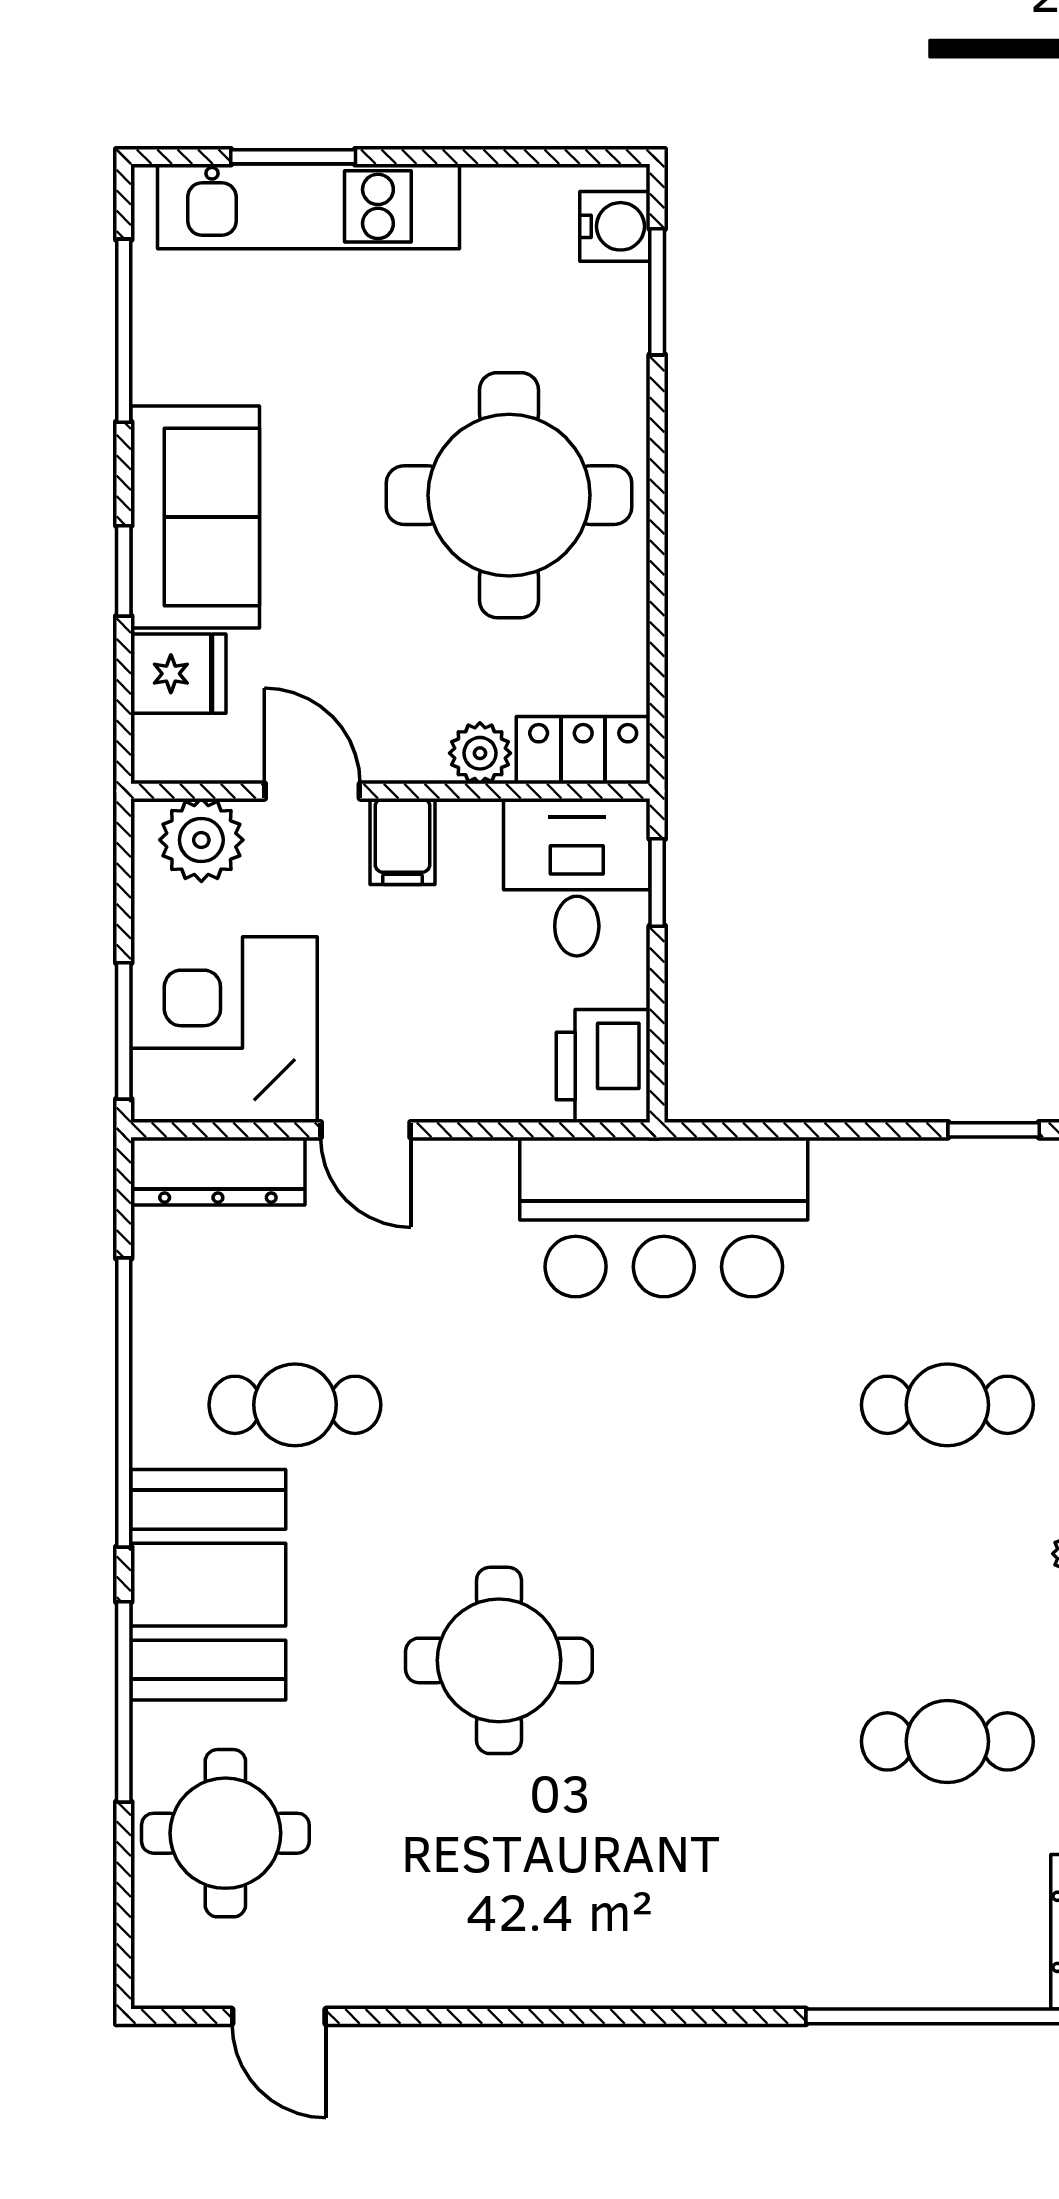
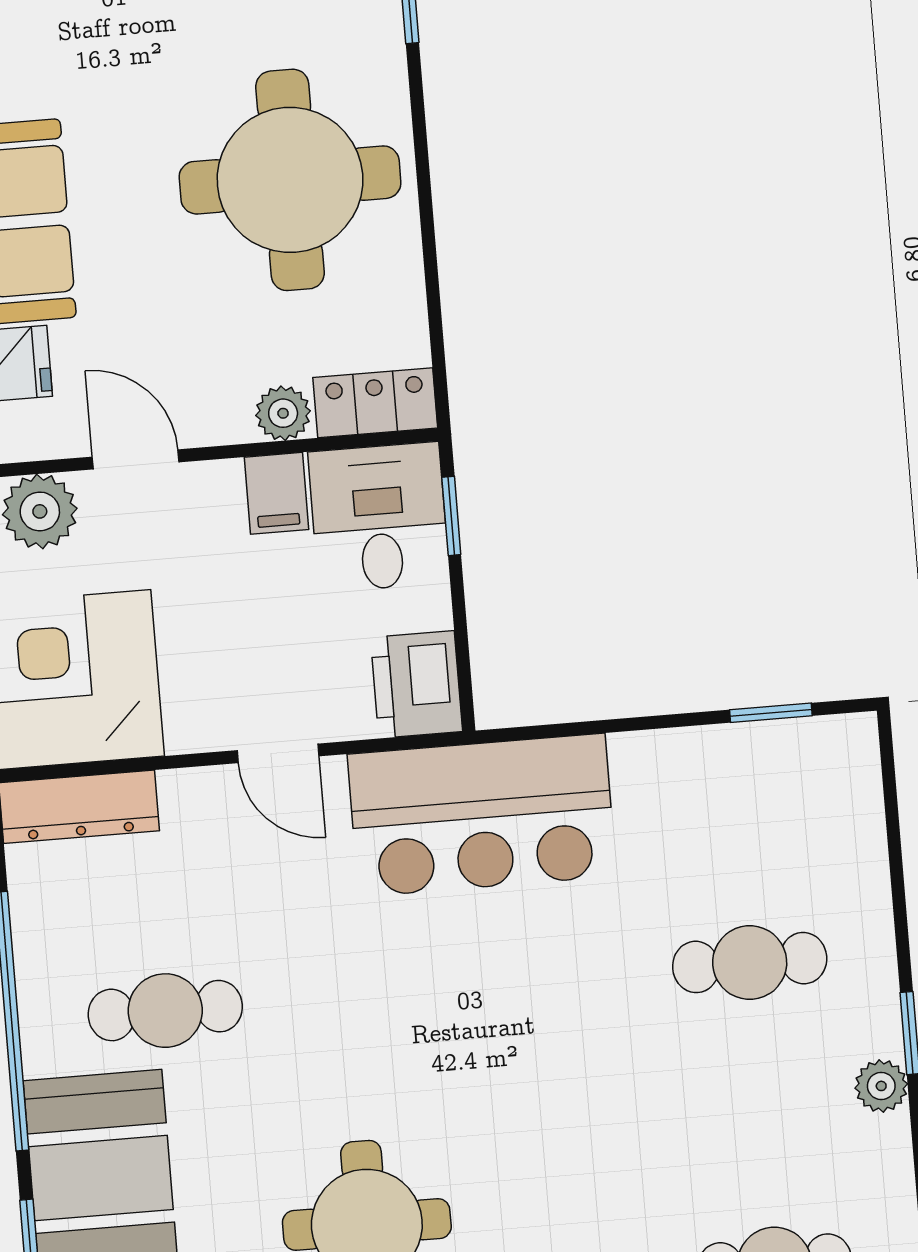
filing cabinet: (403, 841) -> (277, 493), moved
door: (366, 1130) -> (278, 753), moved

